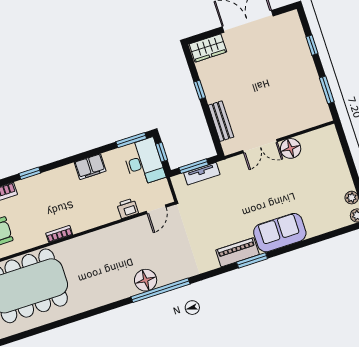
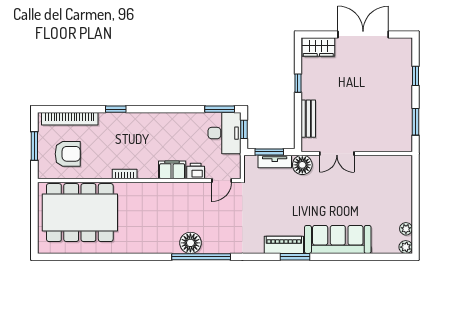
floor lamp: (291, 148) -> (302, 165), moved
filing cabinet: (90, 167) -> (172, 170), moved, turned 180
sofa: (280, 233) -> (338, 239), width x1.36

